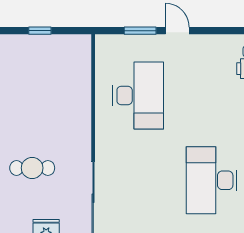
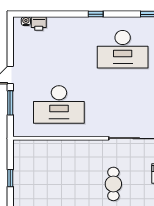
desk: (138, 95) -> (59, 104), turned 180

